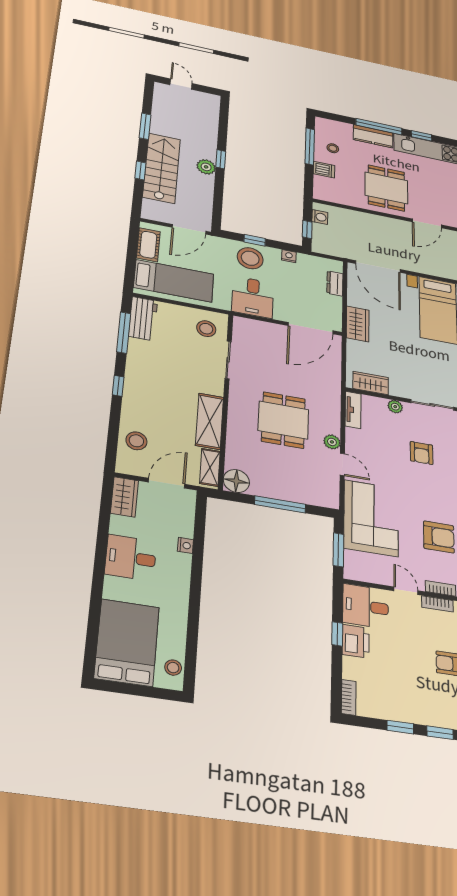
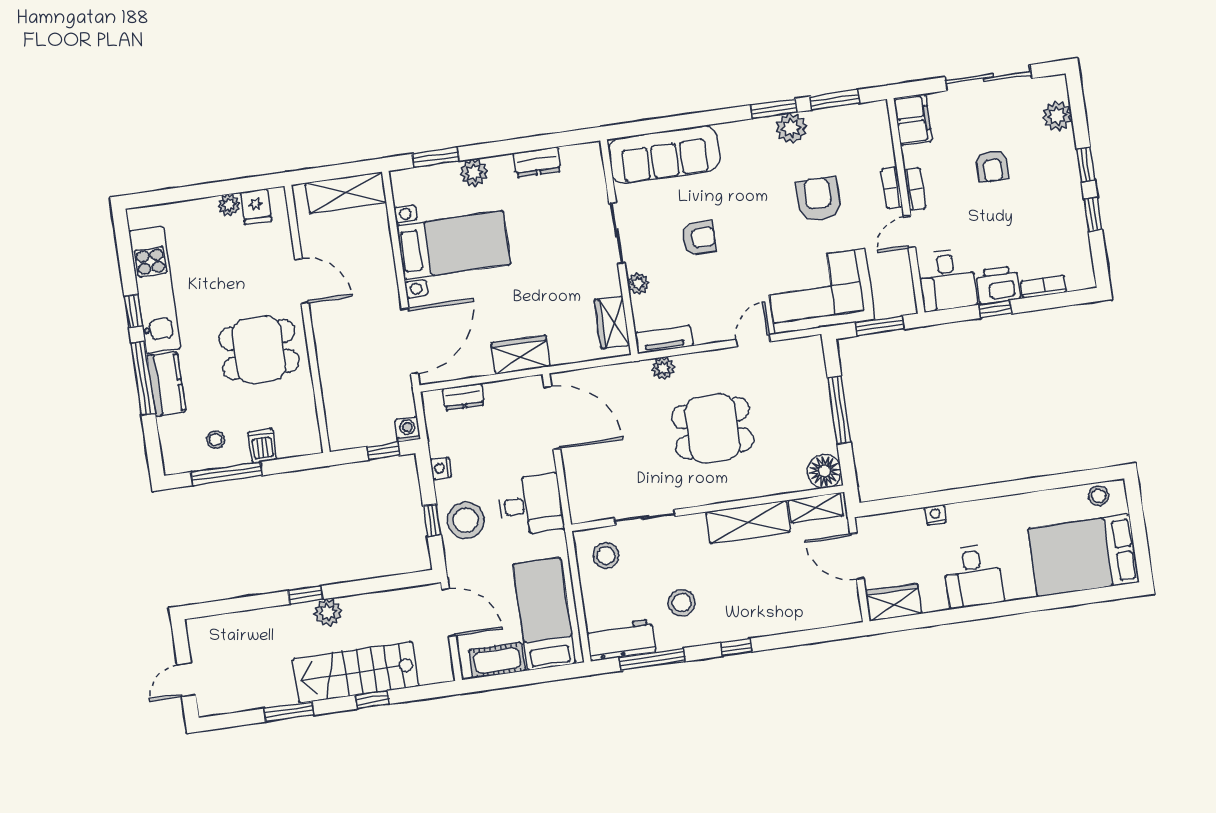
washing machine: (320, 217) -> (408, 429), moved
stool: (136, 441) -> (681, 603), moved
plant: (332, 442) -> (663, 368), moved
bookcase: (349, 697) -> (1043, 287), moved

